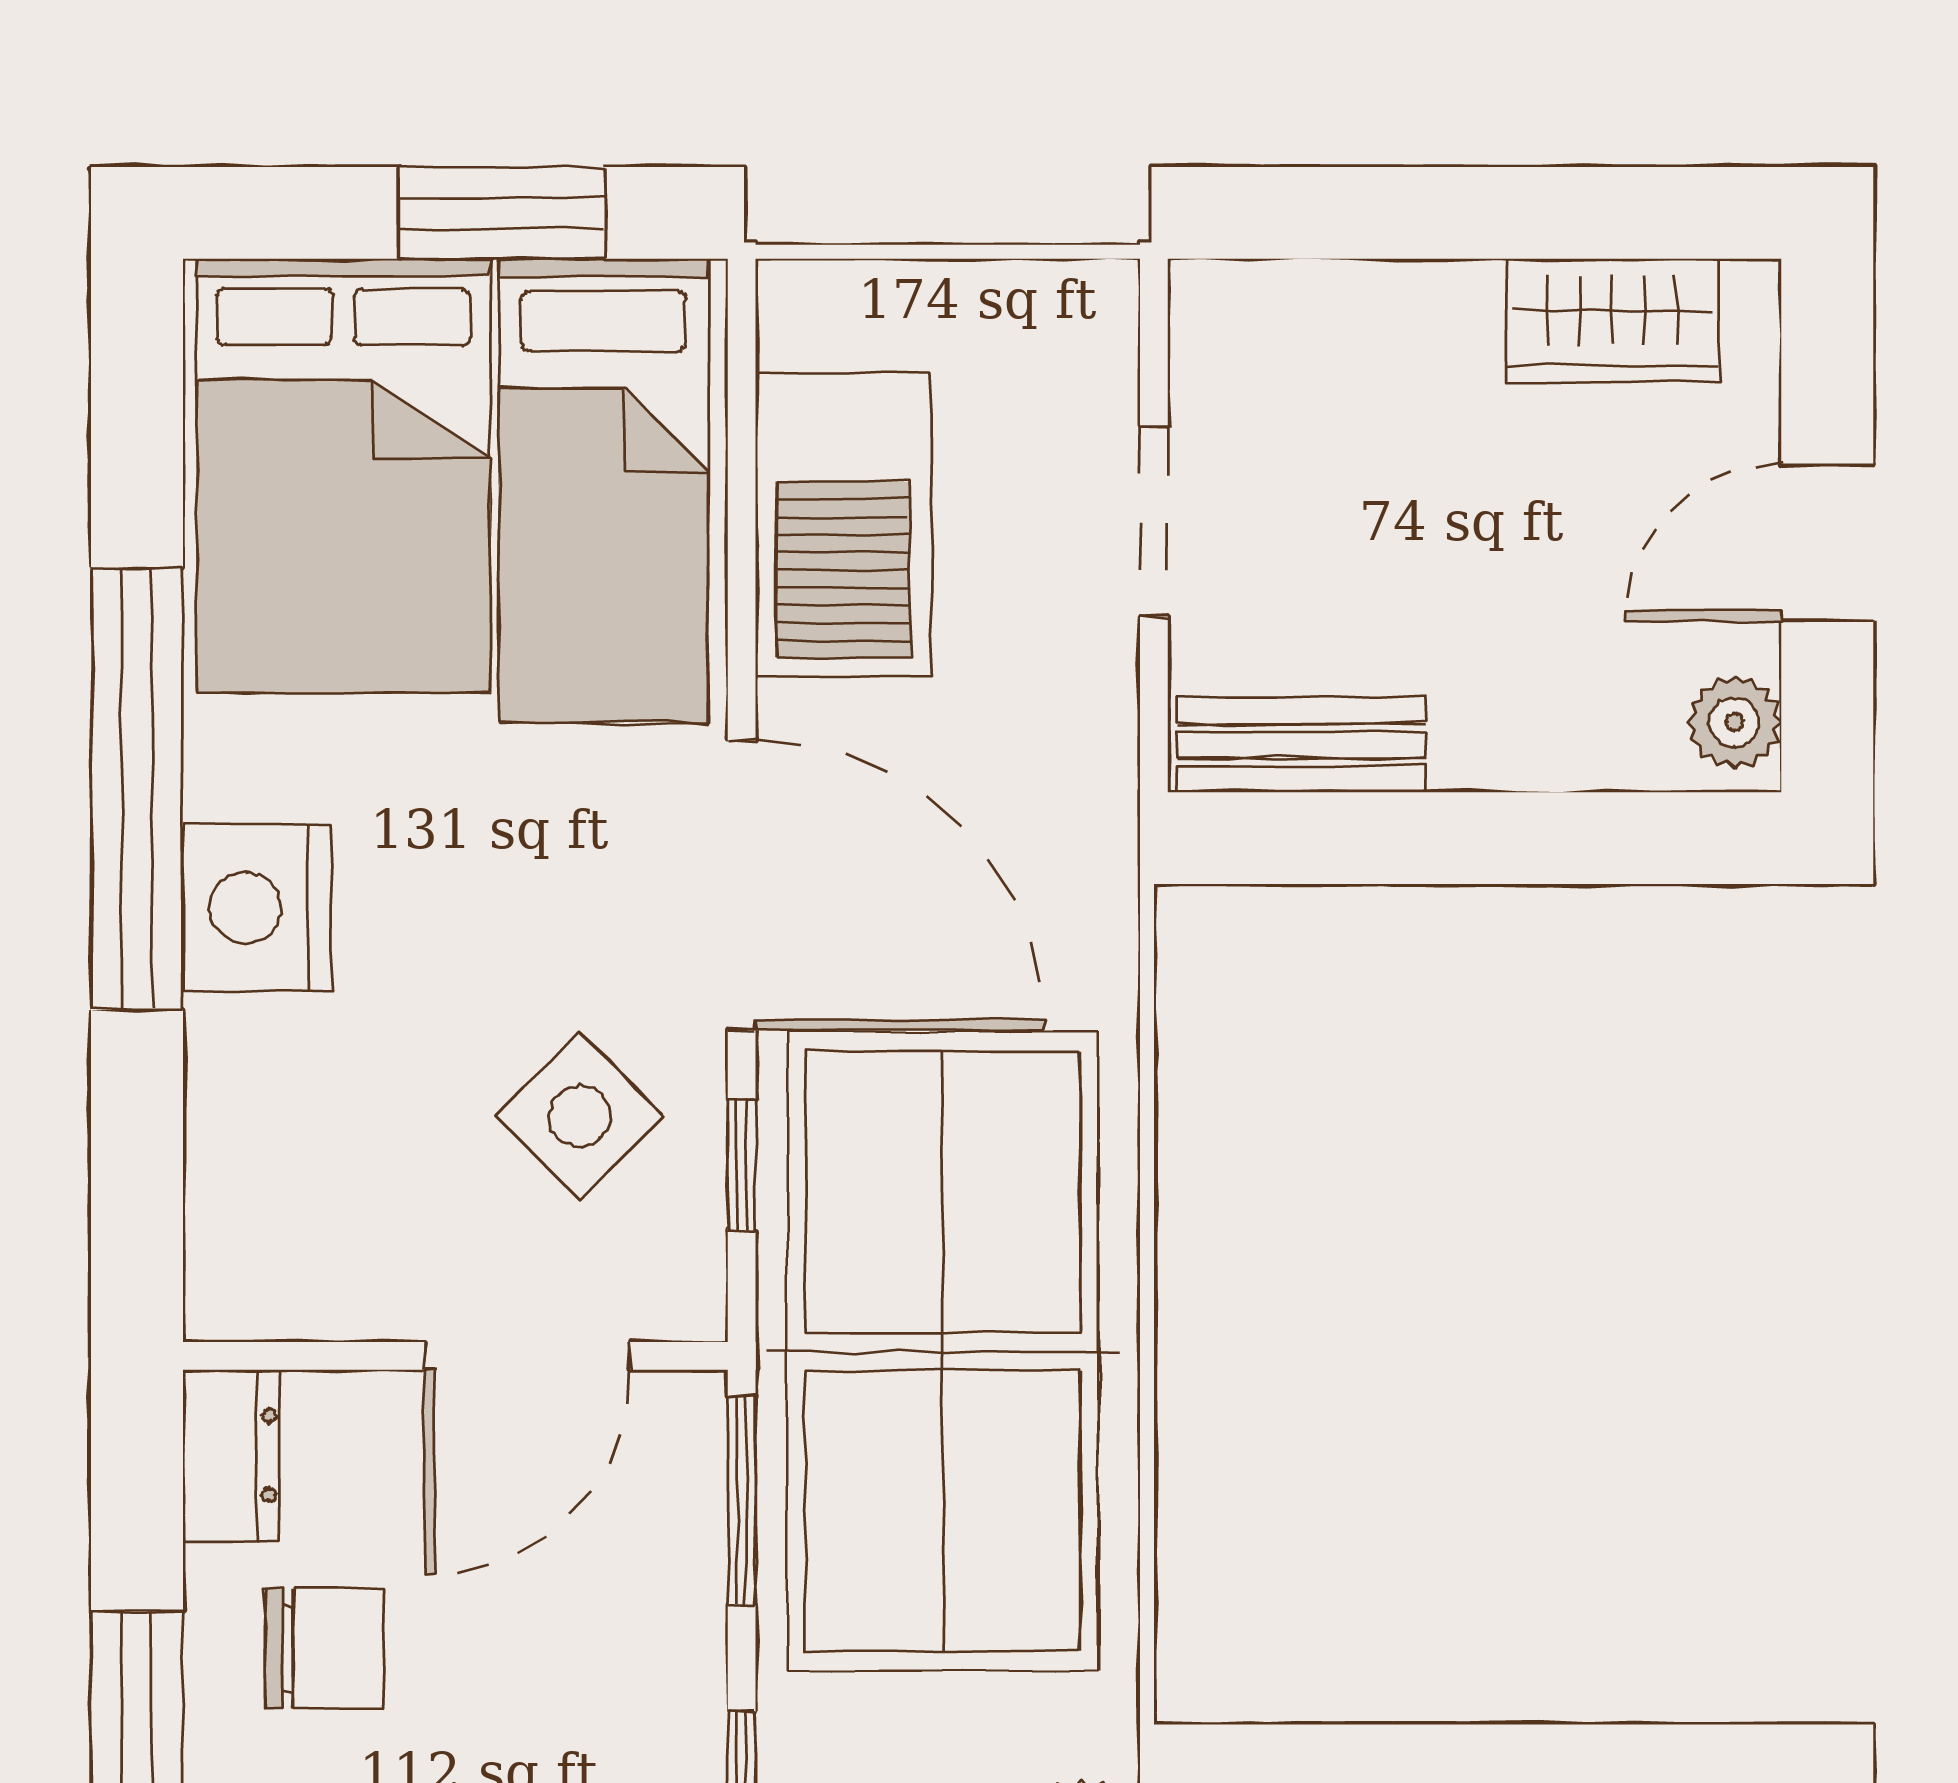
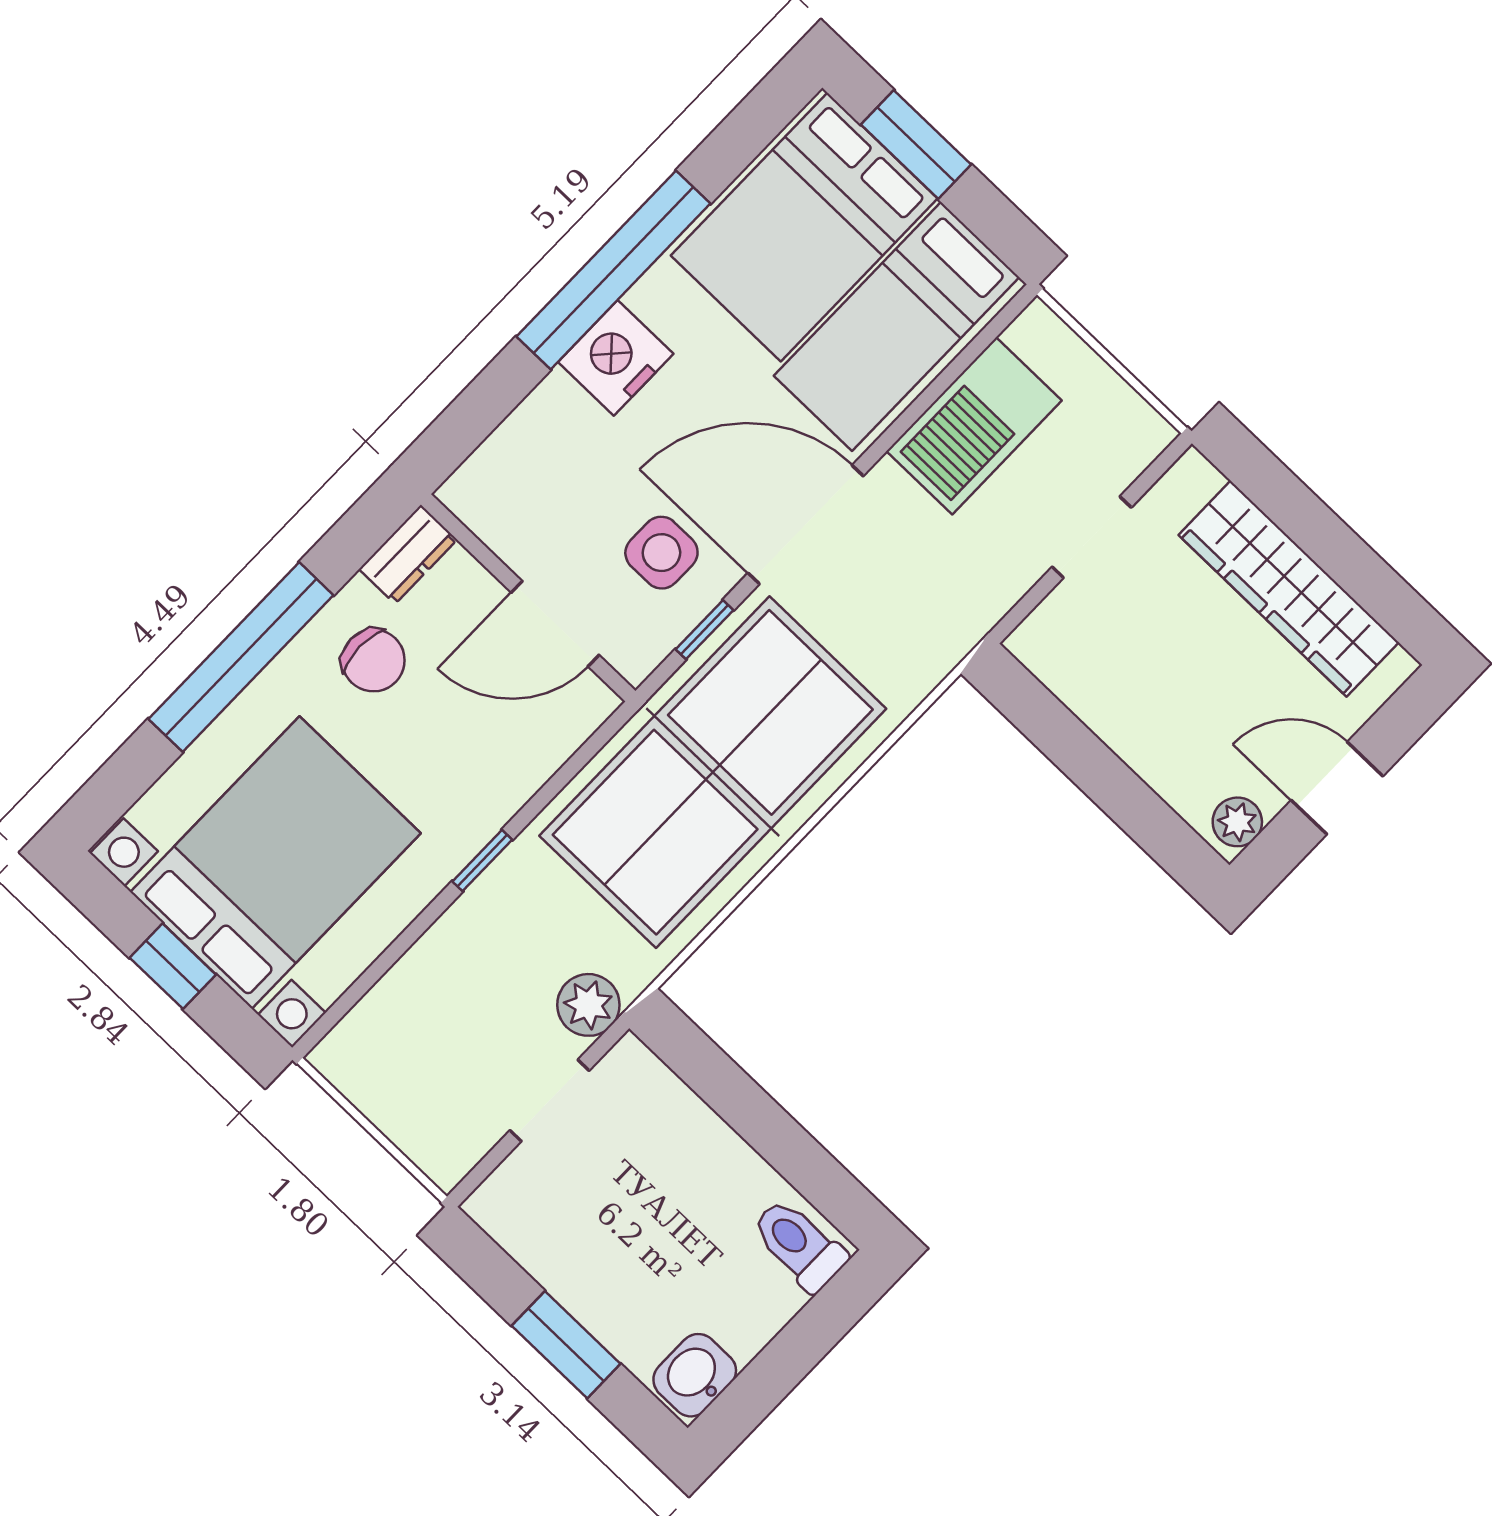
window: (501, 213) -> (916, 145), moved
wardrobe: (1612, 320) -> (1289, 589), width x2.10, depth x1.17
bench: (1301, 745) -> (1067, 674), removed
door: (742, 885) -> (806, 525), swing flipped
side table: (580, 1116) -> (661, 553), turned 45
window: (742, 1501) -> (583, 756), removed

